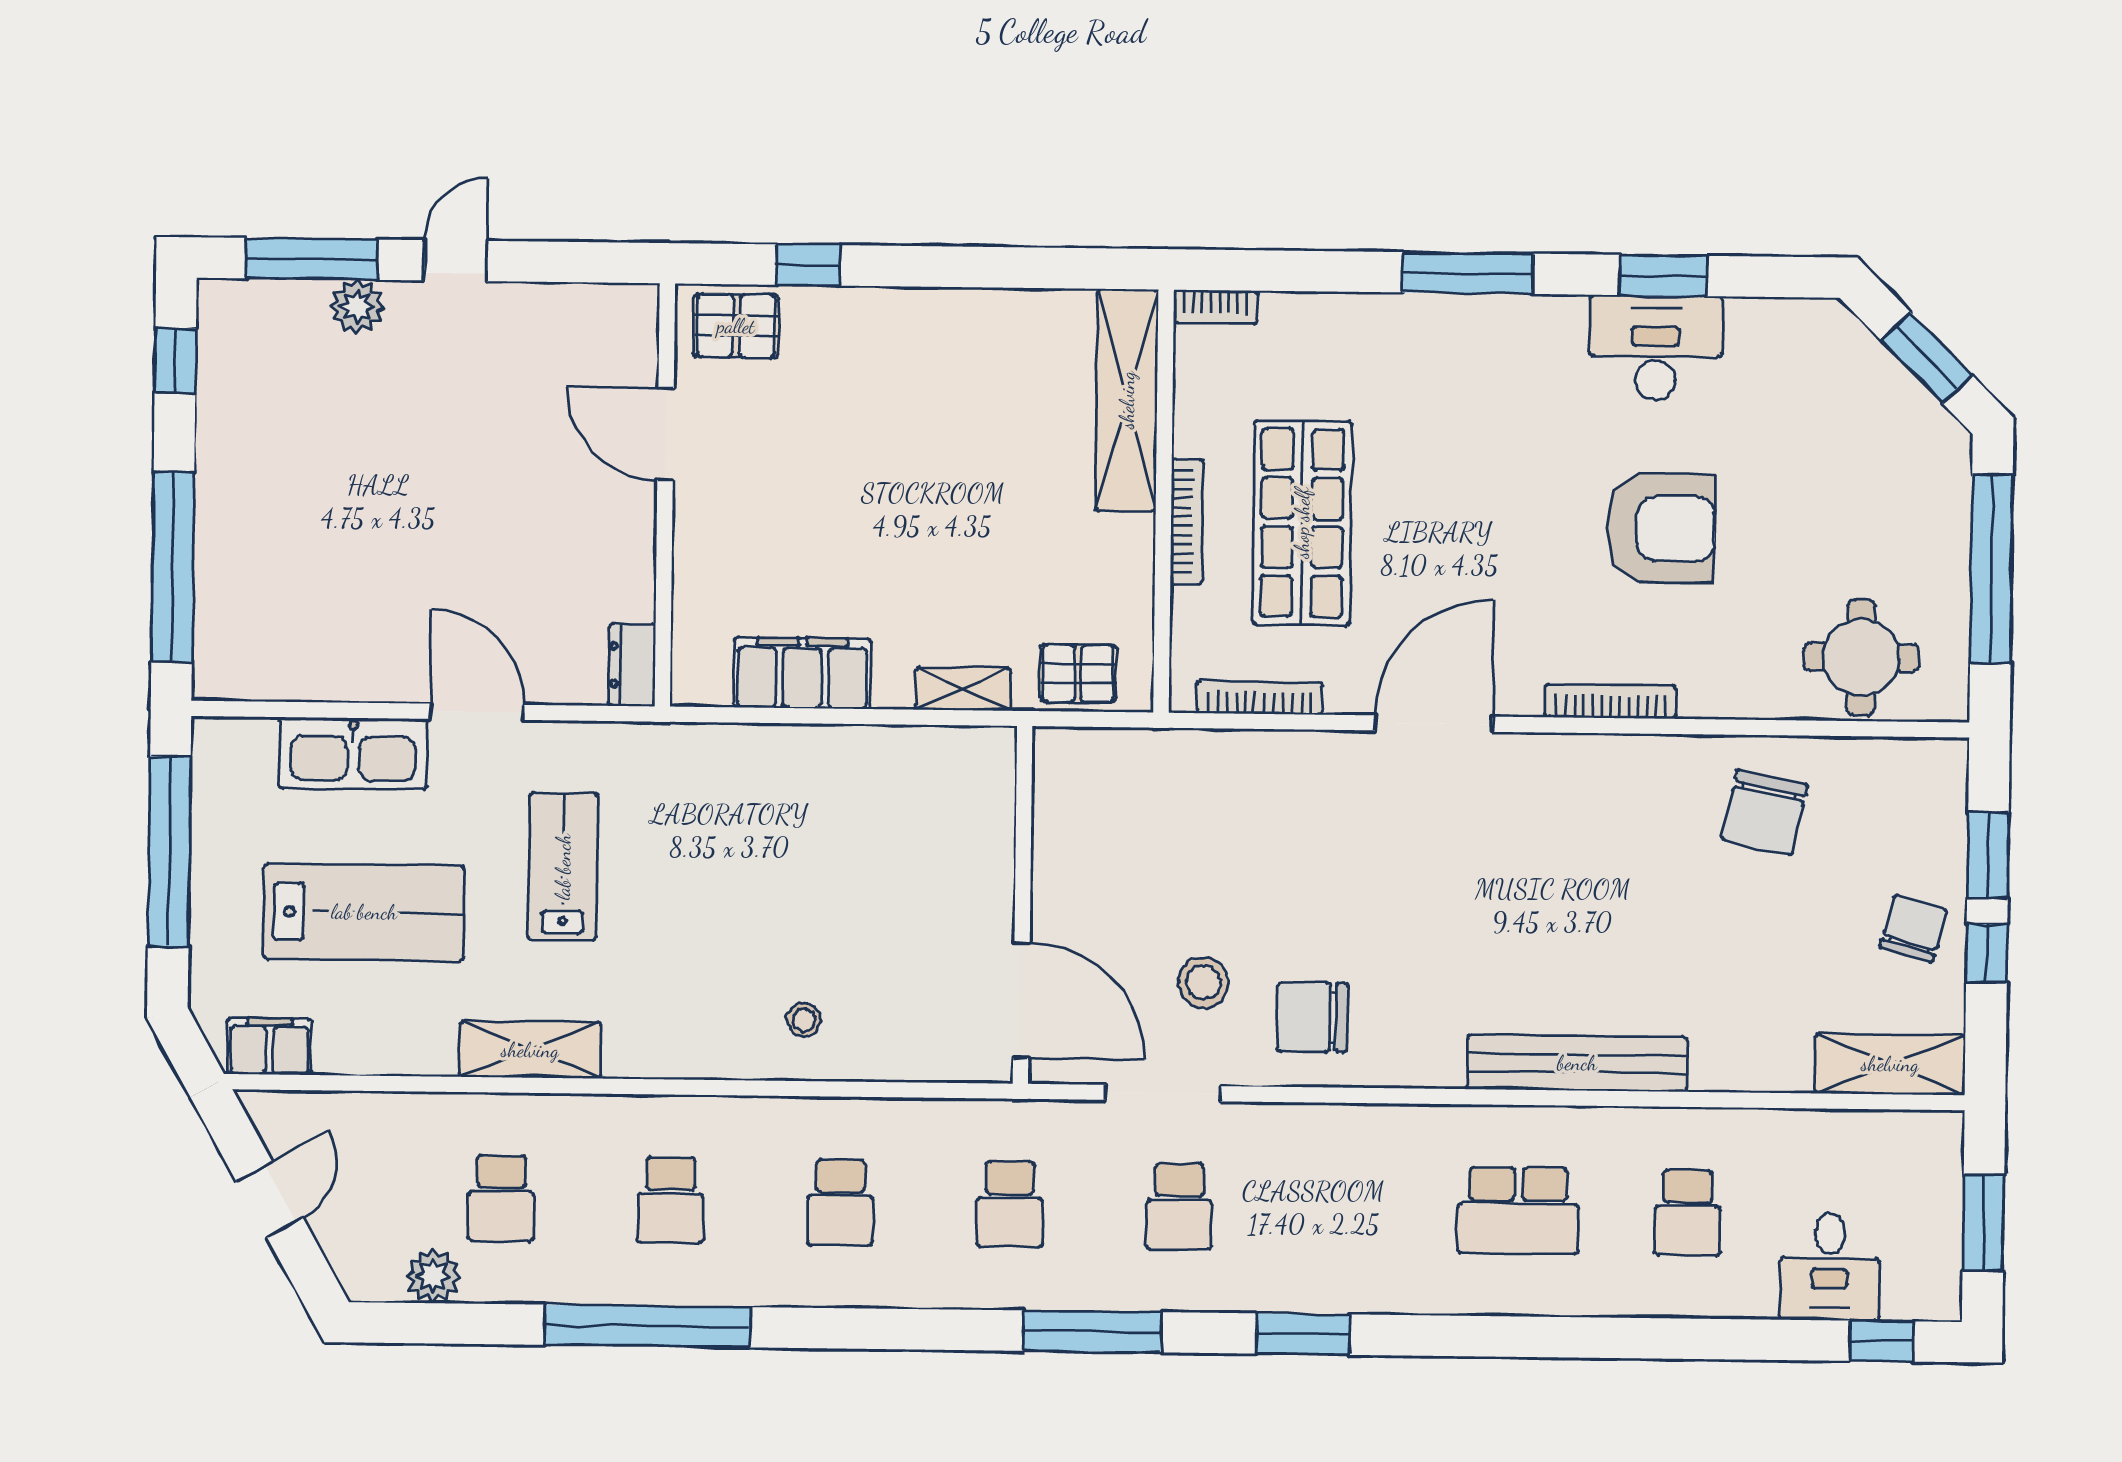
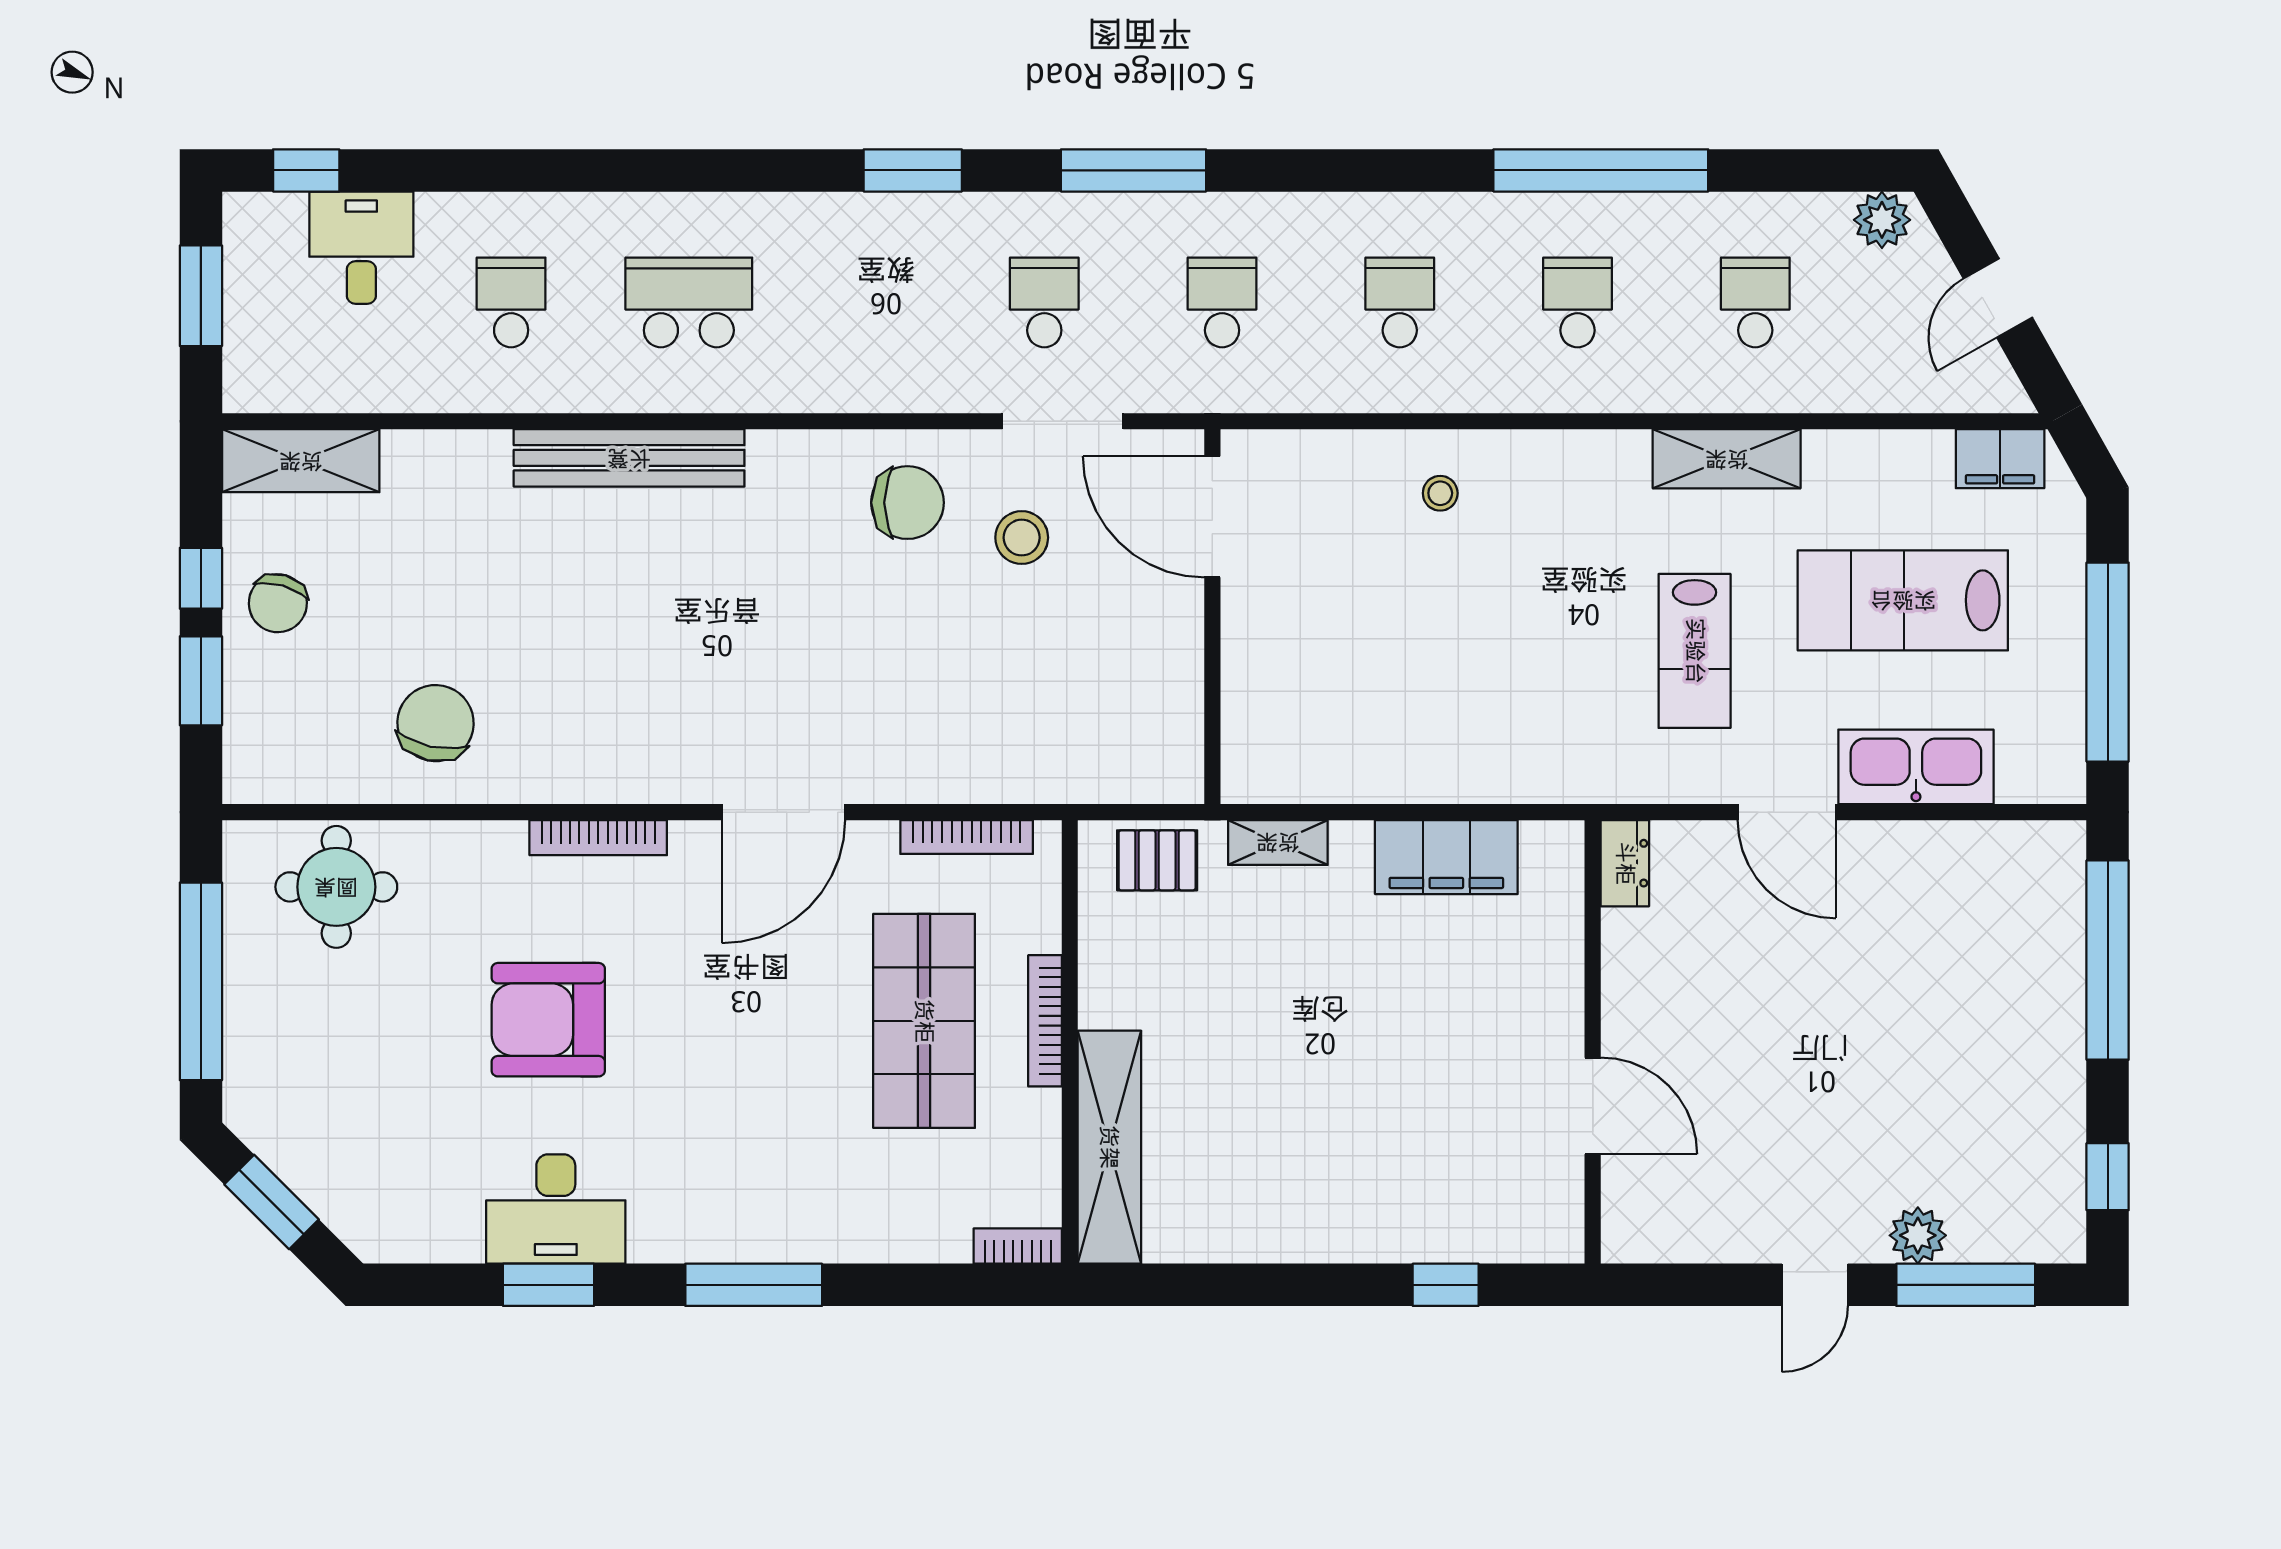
pallet: (736, 326) -> (1520, 1220), removed
plant: (433, 1276) -> (1882, 220), moved

